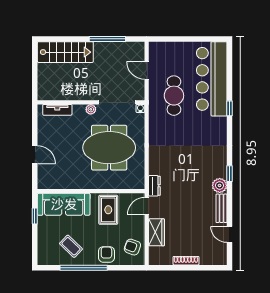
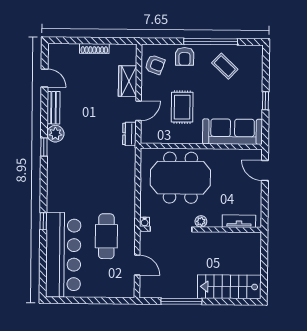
wall: (91, 191) -> (201, 146), moved
sofa: (64, 204) -> (233, 132), moved

